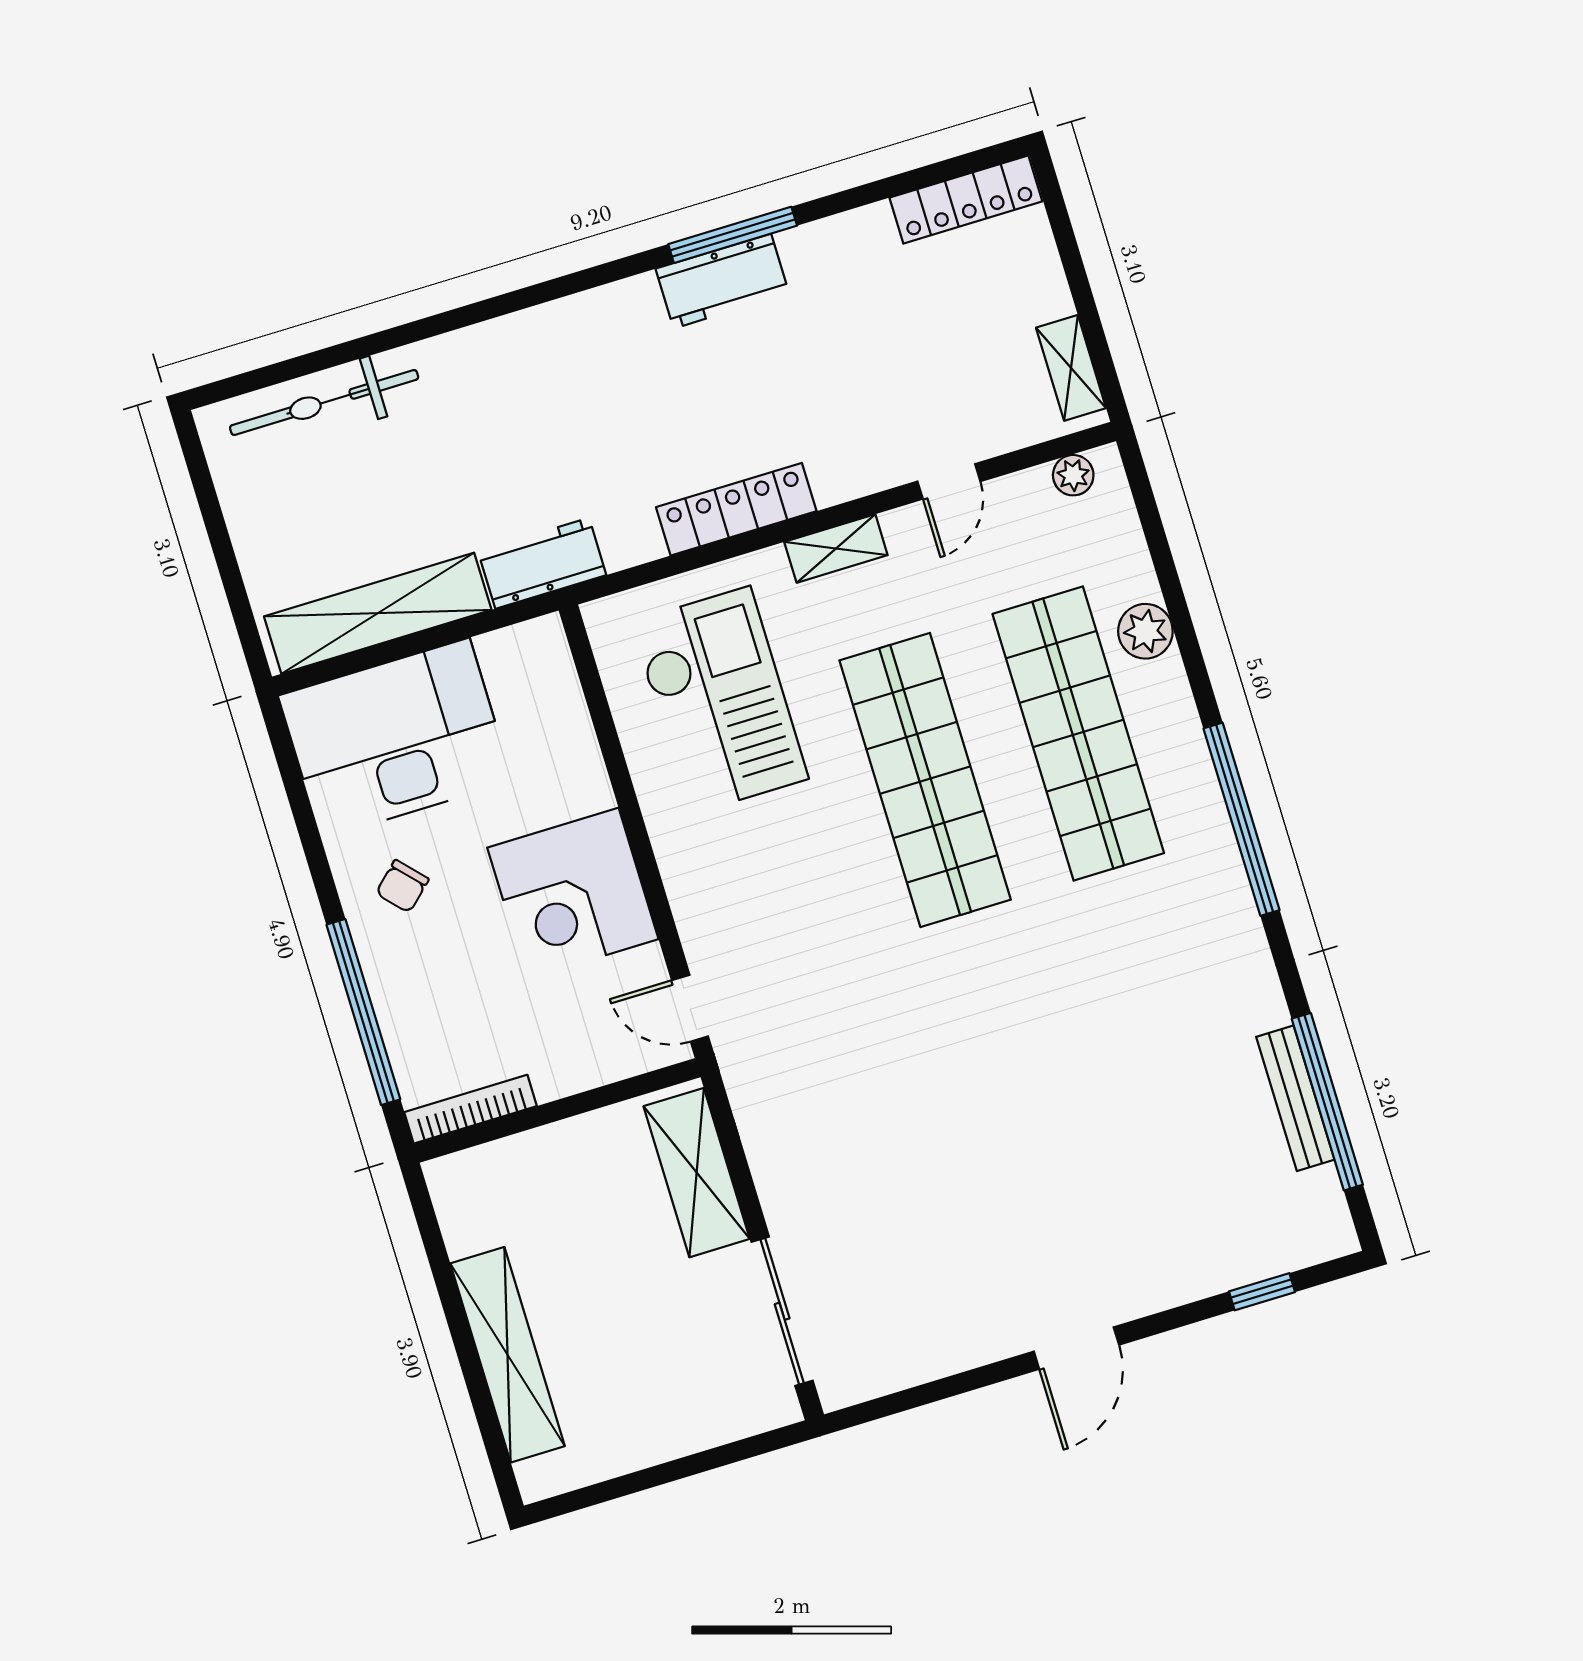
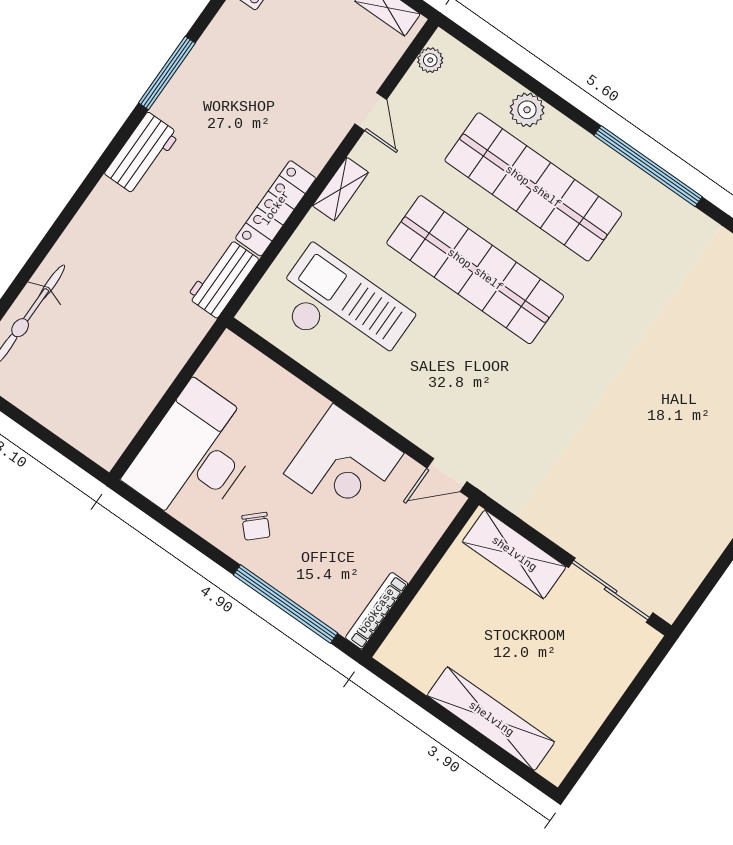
workbench: (722, 281) -> (142, 154), moved
workbench: (542, 563) -> (223, 278), moved
shelving: (378, 613) -> (137, 400), removed

